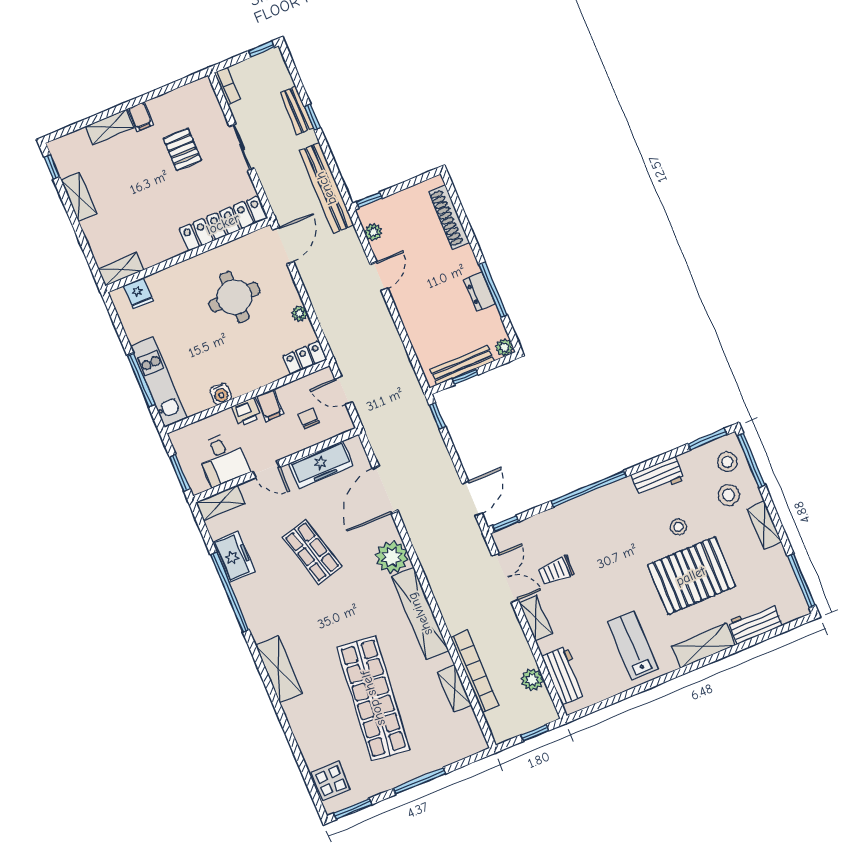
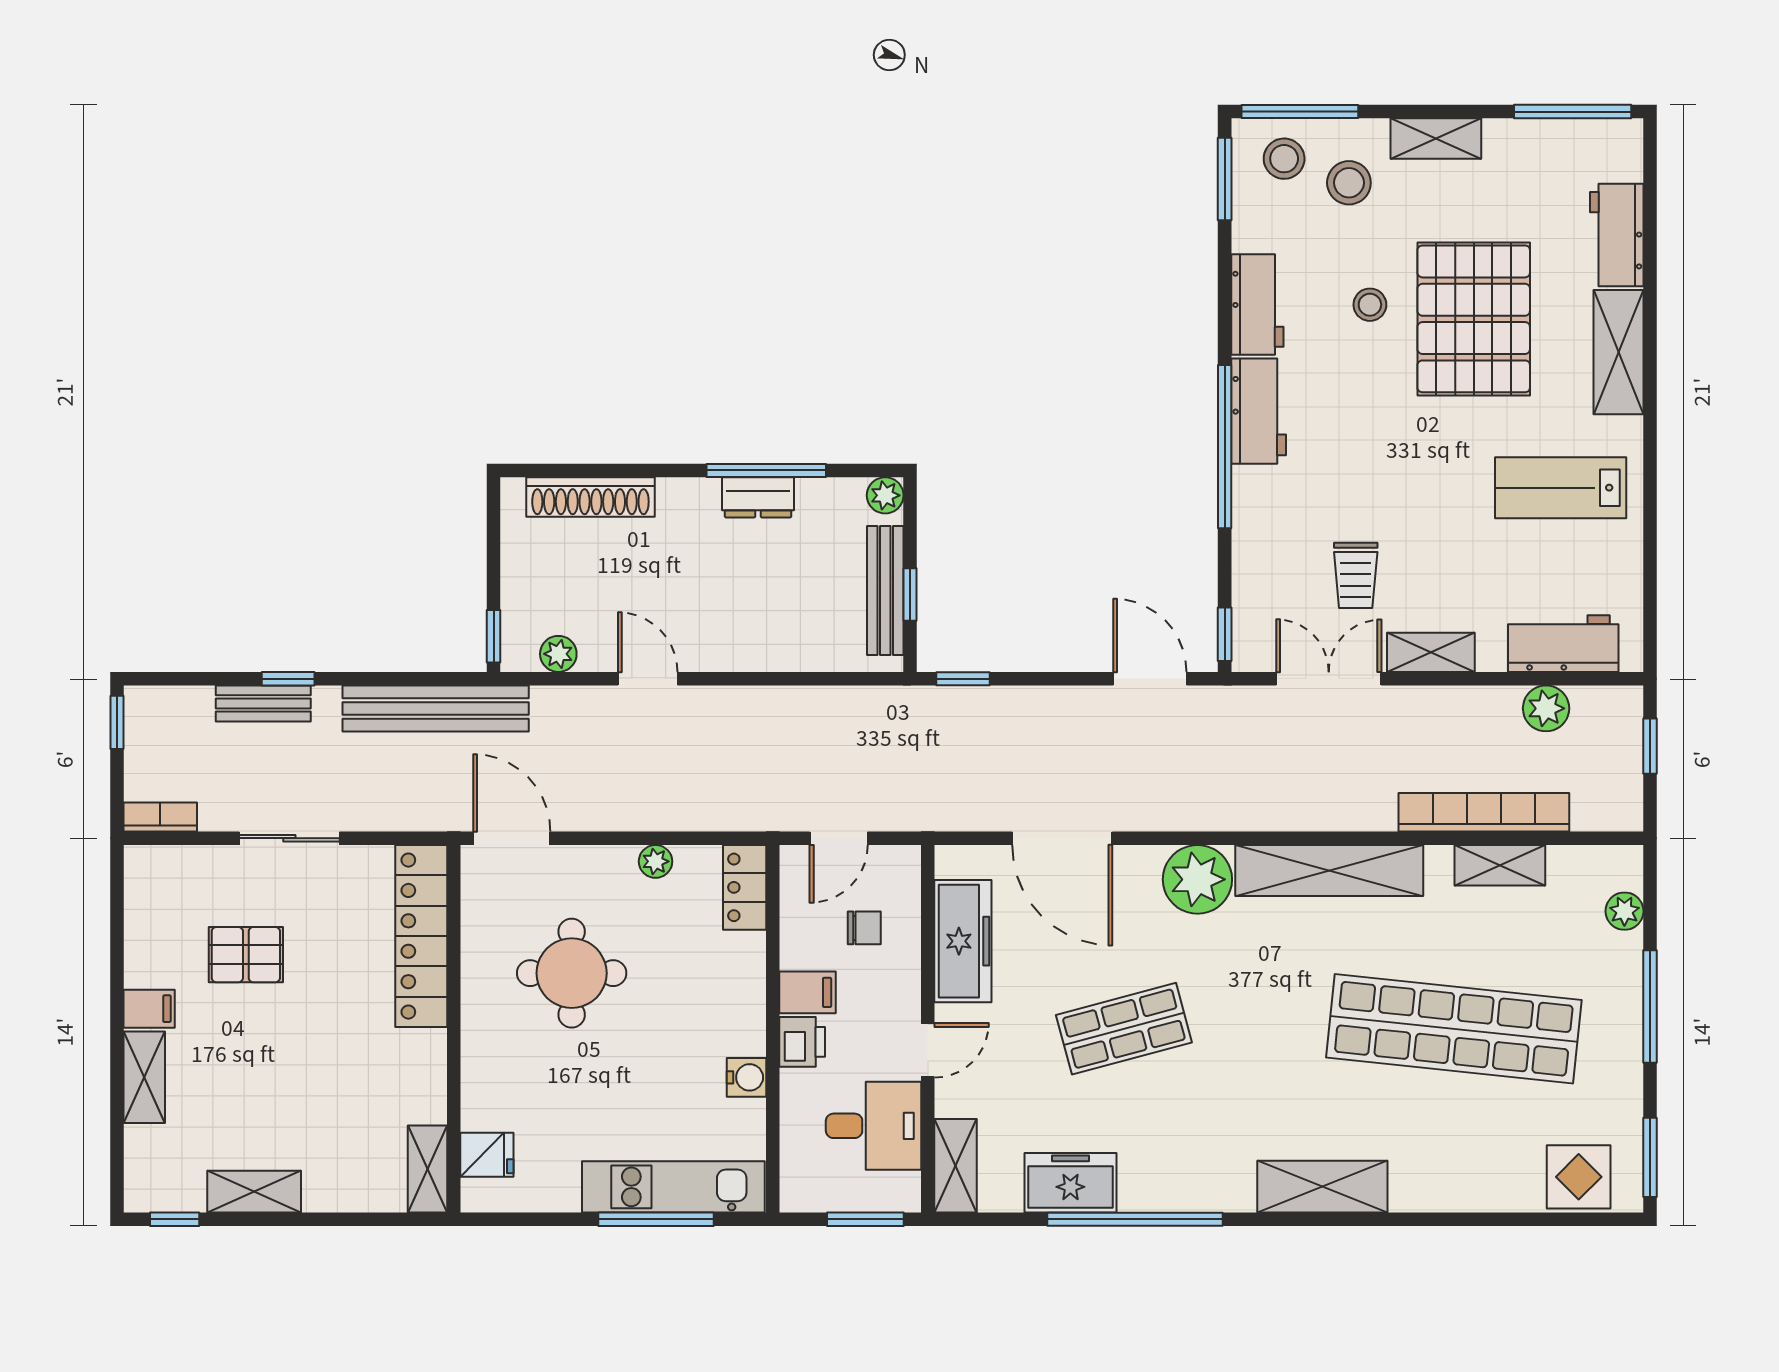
chair: (309, 418) -> (864, 928), turned 180
workbench: (611, 497) -> (1259, 411), added
plant: (457, 752) -> (1624, 911), added

